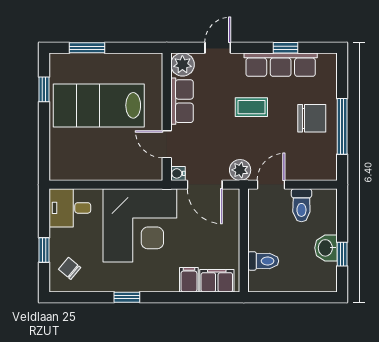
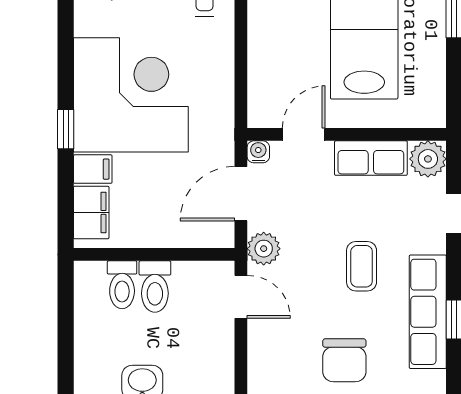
toilet: (301, 205) -> (155, 287), moved, turned -90
corner desk: (140, 225) -> (131, 95), moved, turned 180
window: (127, 297) -> (66, 129), moved

